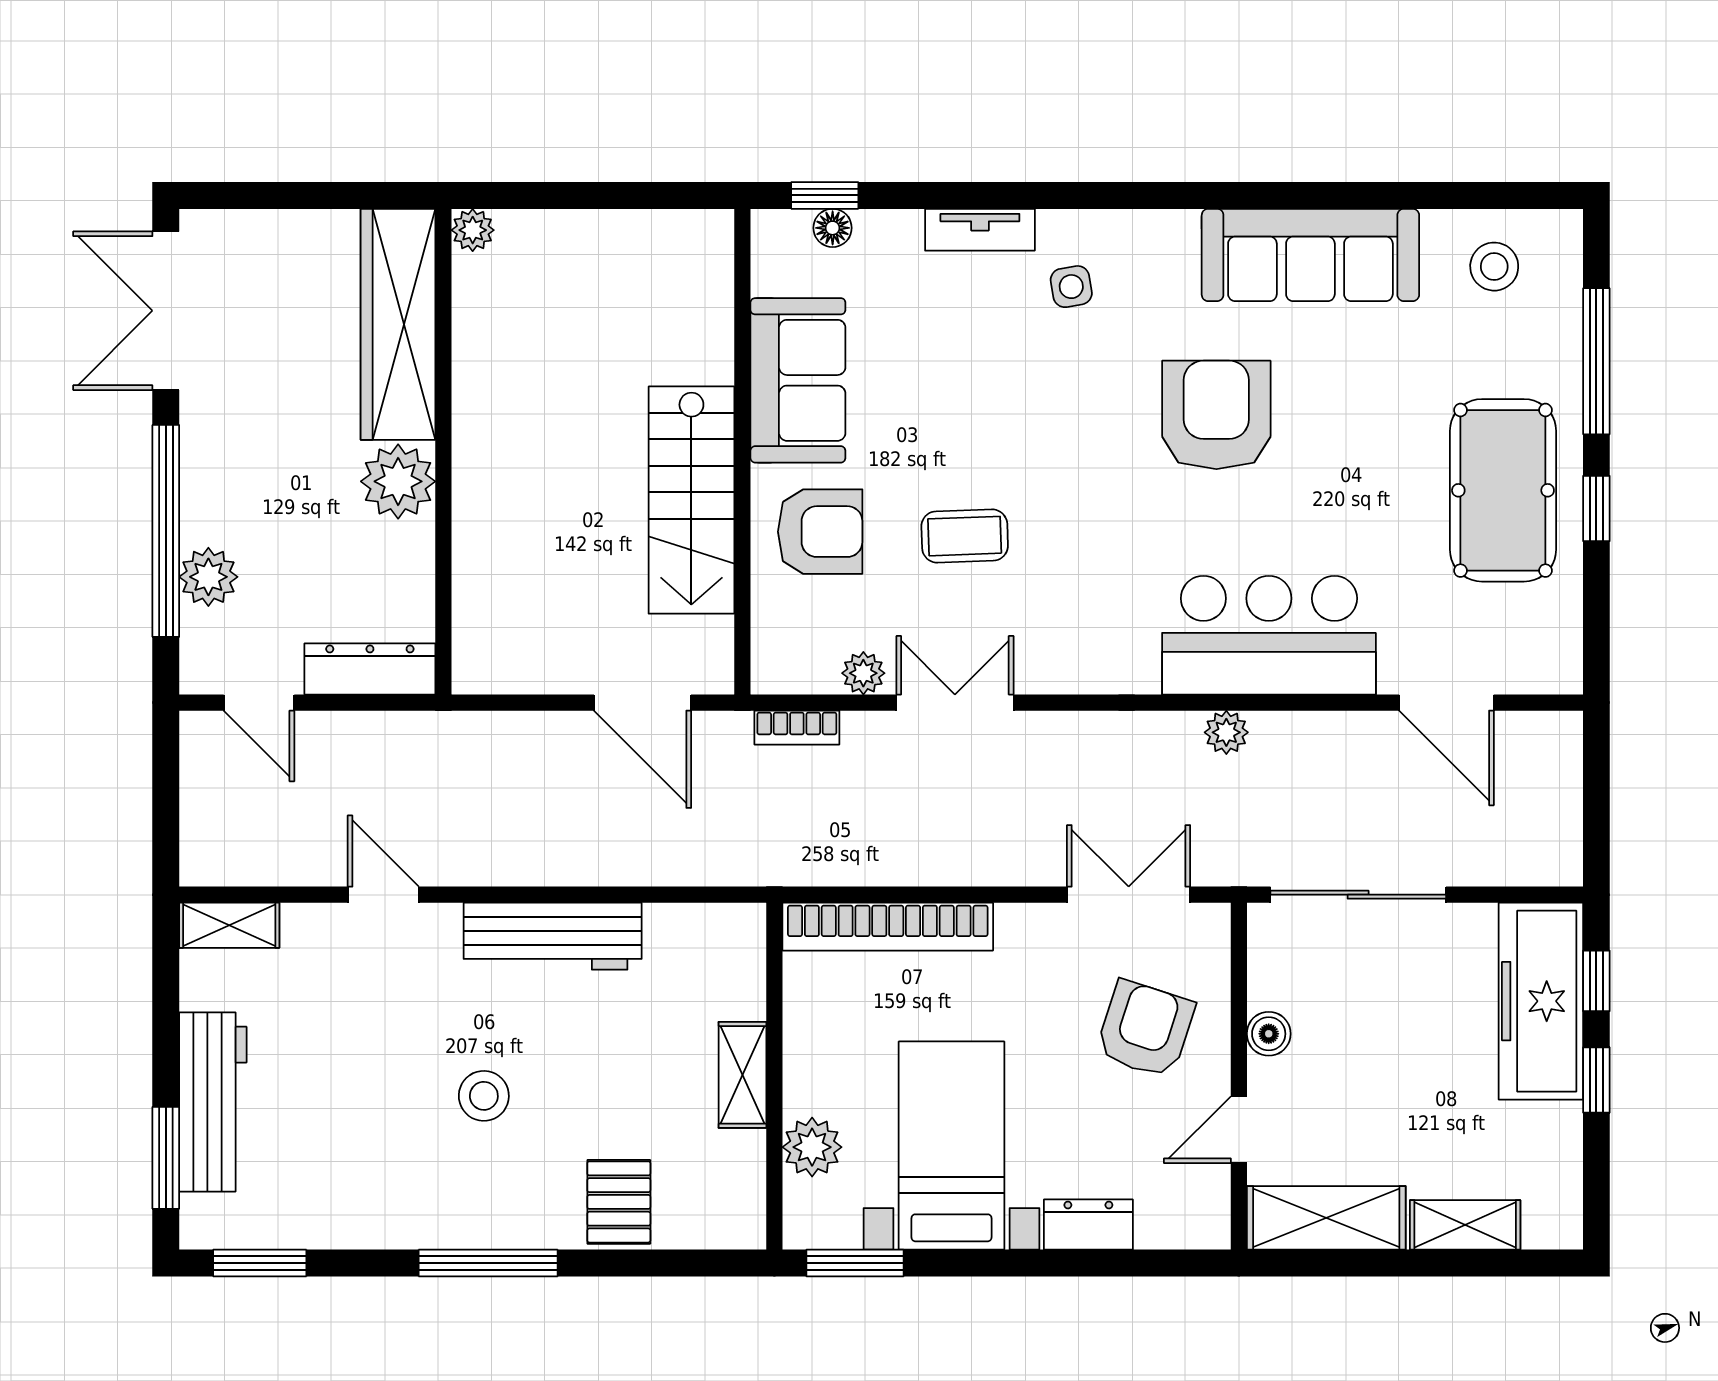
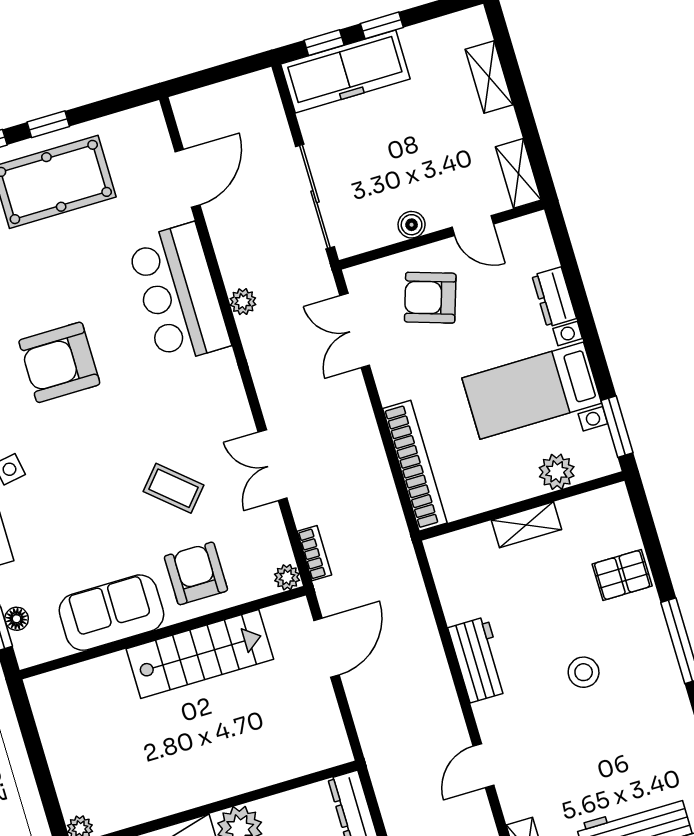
coffee table: (965, 536) -> (174, 488), turned -47
plant: (863, 673) -> (287, 577), moved
workbench: (553, 936) -> (478, 660), width x0.73
shelving: (1326, 1218) -> (518, 173), width x0.67, depth x0.75

